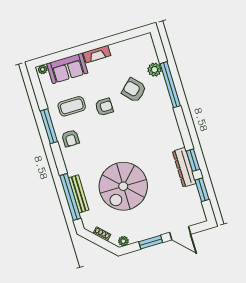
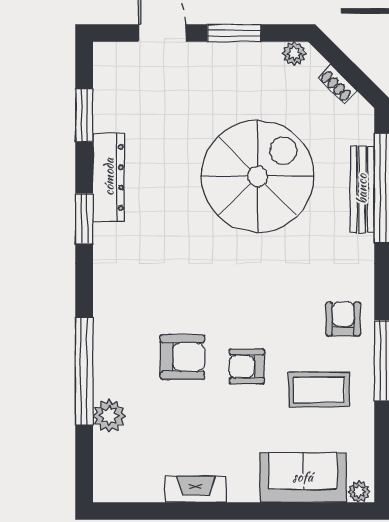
fireplace: (97, 54) -> (196, 489), moved
armchair: (134, 90) -> (182, 357), moved, turned -47
window: (193, 160) -> (84, 219), moved

